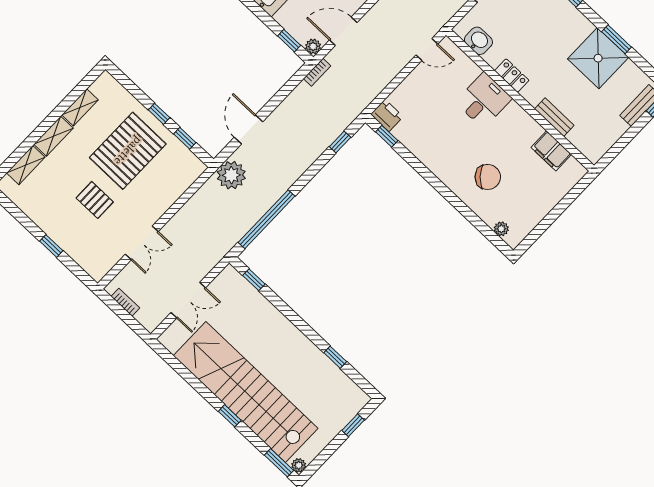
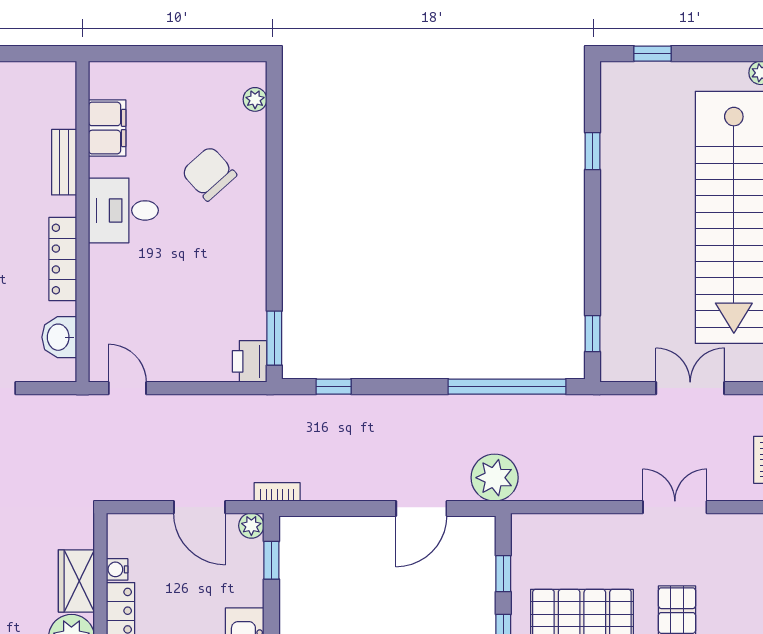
locker: (512, 76) -> (63, 259), width x1.53
desk: (484, 100) -> (123, 210), moved
window: (387, 136) -> (274, 338), width x1.50

